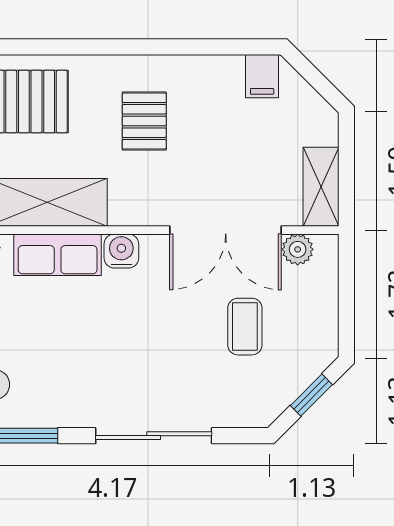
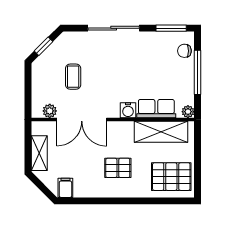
pallet: (144, 121) -> (118, 168), turned 90
shelving: (321, 187) -> (39, 153), moved
double door: (226, 230) -> (82, 119), swing flipped

